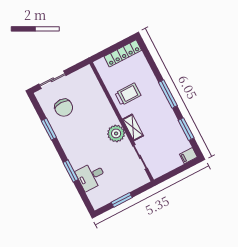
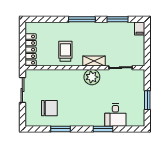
locker: (123, 53) -> (31, 50), moved
sliding door: (52, 80) -> (22, 90), moved

